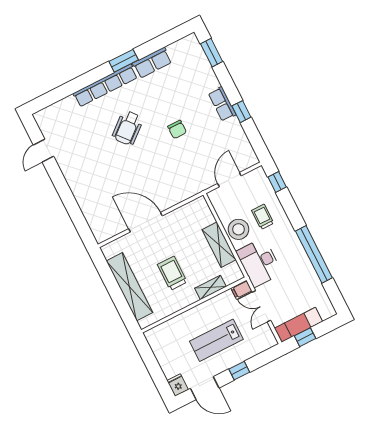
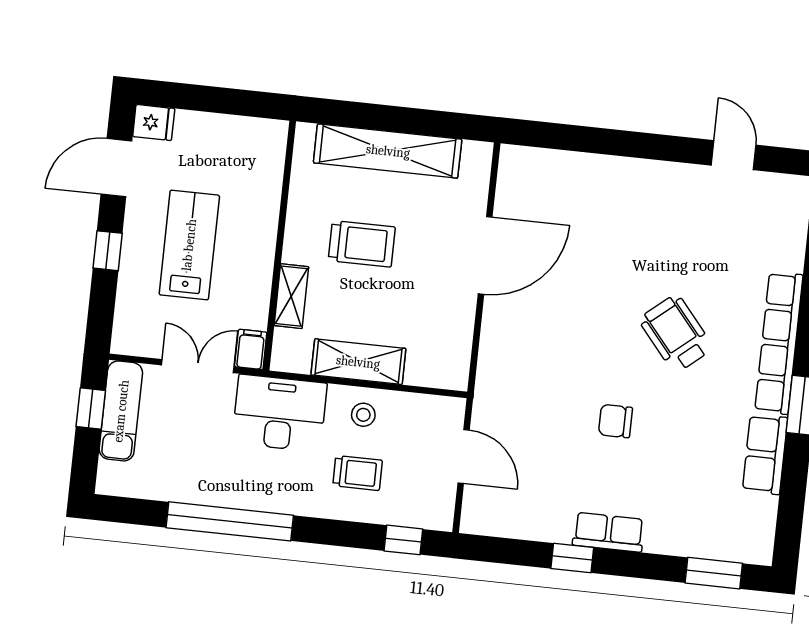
stool: (239, 229) -> (363, 415), width x0.53, depth x0.53

